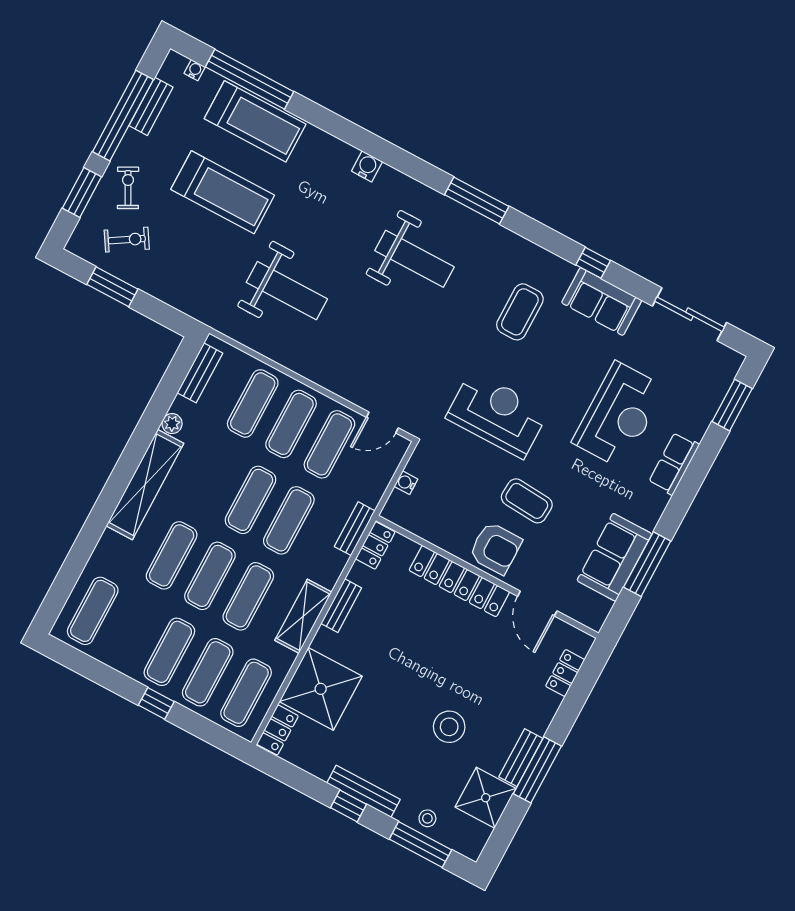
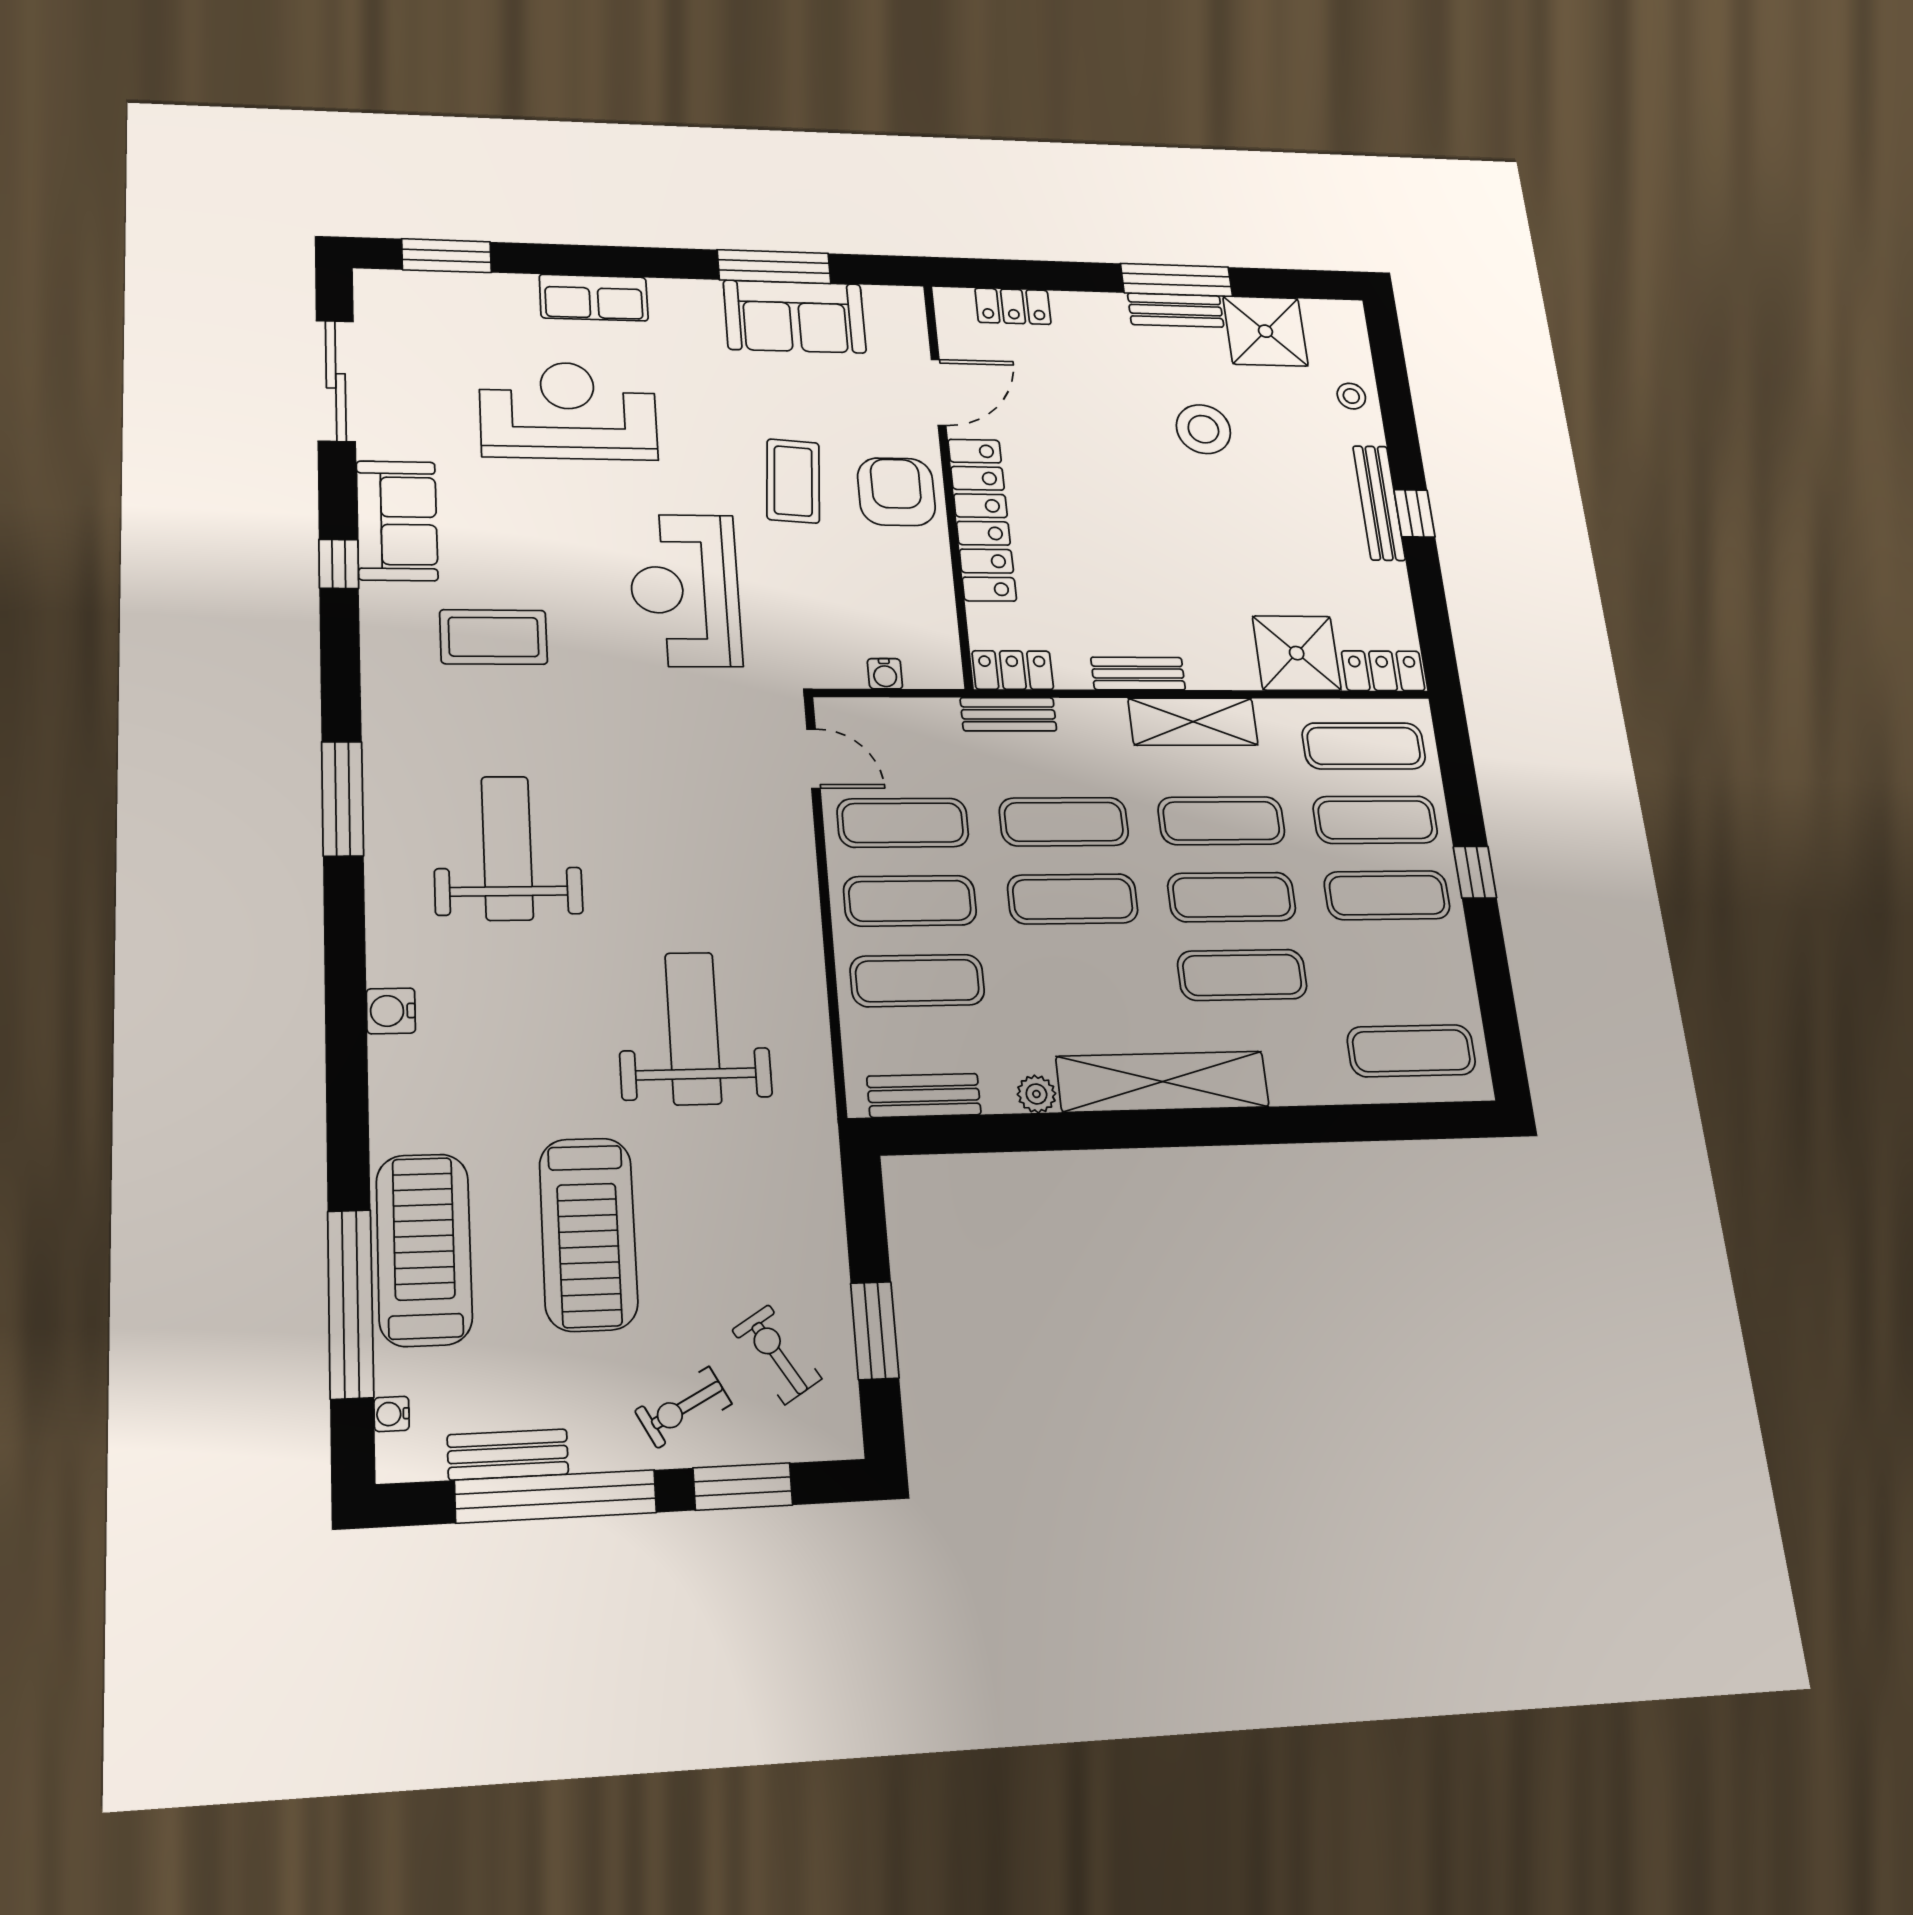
treadmill: (223, 192) -> (588, 1234), turned 180
shower: (321, 689) -> (1297, 653), width x0.73, depth x0.73
window: (420, 844) -> (1393, 388), removed

